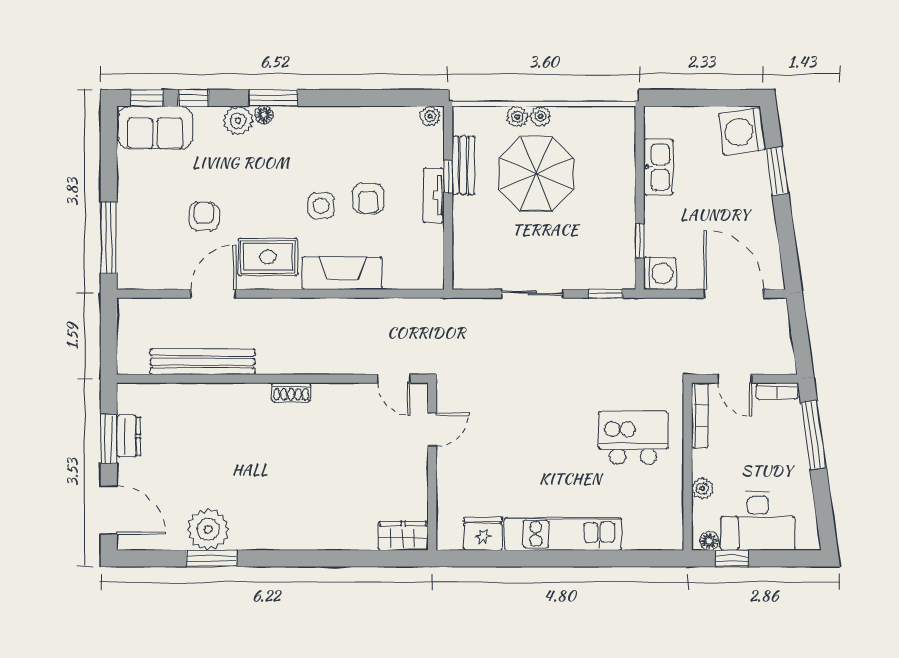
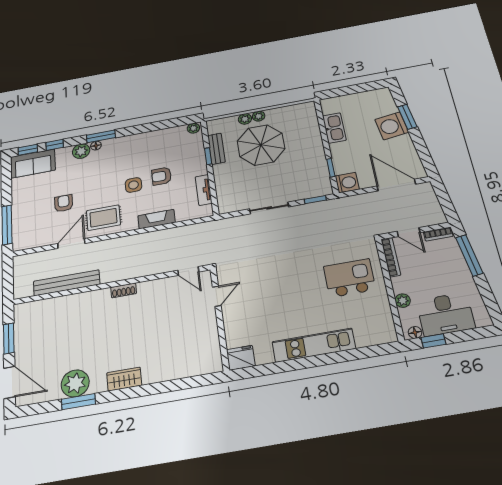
washing machine: (742, 132) -> (392, 126), moved
tv unit: (434, 195) -> (204, 190), moved
armchair: (368, 199) -> (162, 176), turned 90
fireplace: (342, 273) -> (157, 219), width x0.73, depth x0.76
dresser: (129, 436) -> (21, 335), removed
fridge: (483, 534) -> (241, 358), moved
wardrobe: (403, 536) -> (124, 379), moved

